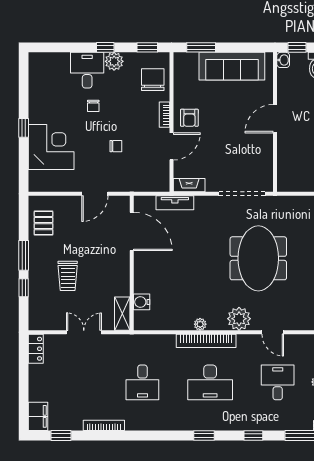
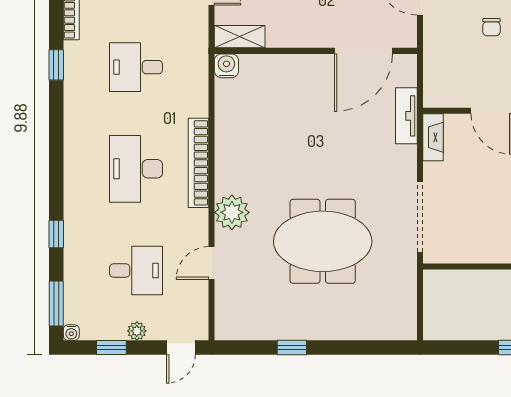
water cooler: (142, 302) -> (226, 66), moved
plant: (200, 324) -> (224, 154), removed
window: (204, 435) -> (56, 65), moved

